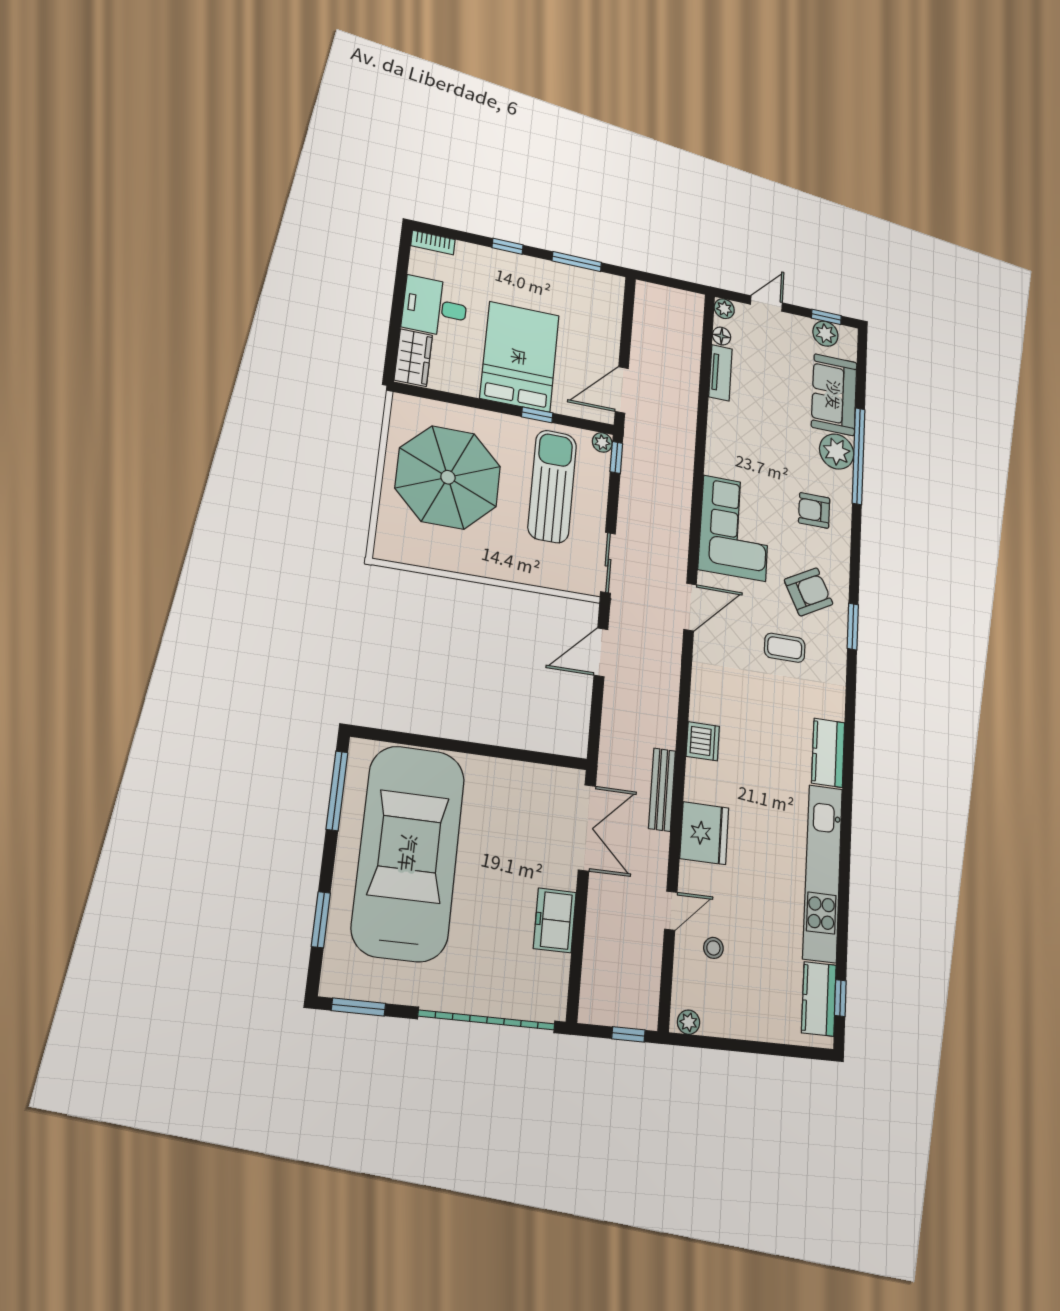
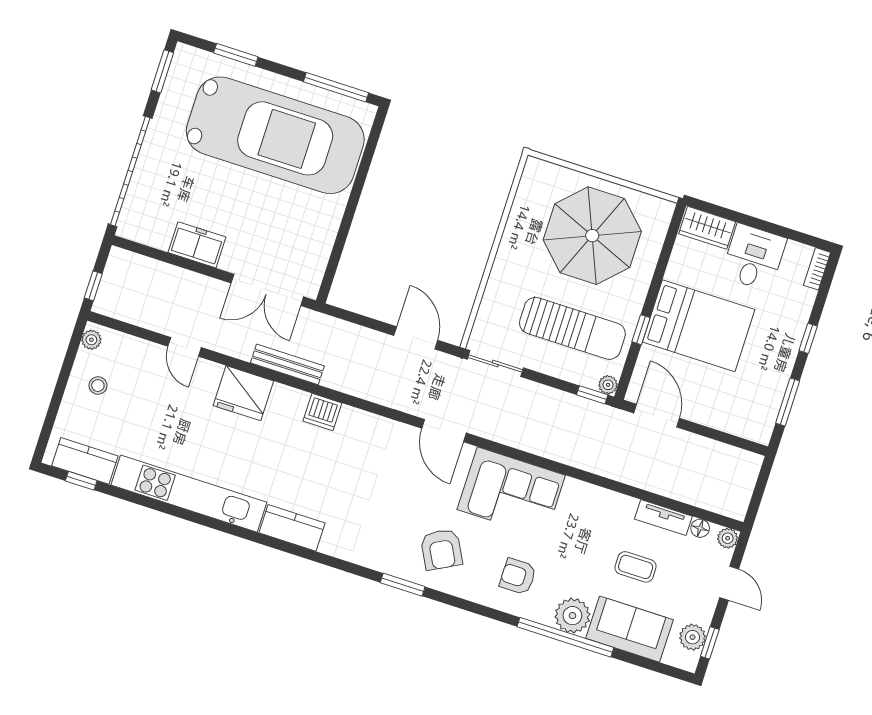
armchair: (814, 510) -> (518, 576), turned -90
coffee table: (785, 648) -> (636, 567), moved, turned 90
stool: (713, 948) -> (98, 386), moved

